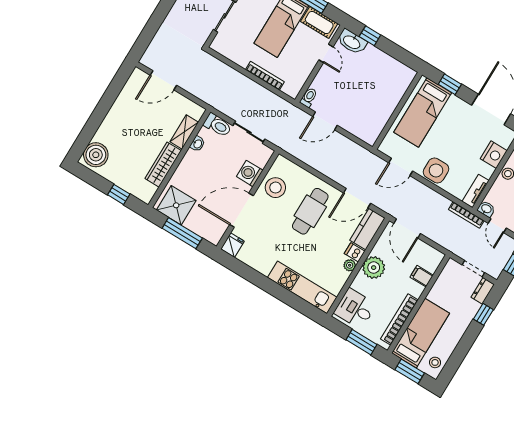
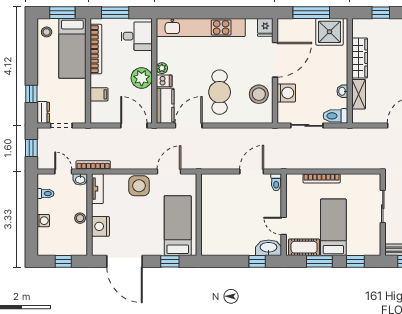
kitchen unit: (302, 287) -> (201, 27), width x1.36

